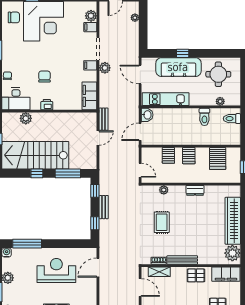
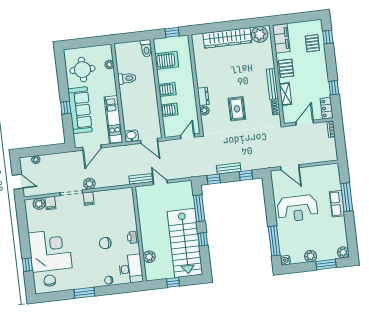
filing cabinet: (89, 96) -> (119, 196), removed
toilet: (232, 119) -> (146, 48), moved
dresser: (195, 190) -> (203, 96), moved
rug: (162, 222) -> (237, 109), turned 90
reception desk: (56, 270) -> (298, 208), turned -90
shelving: (159, 272) -> (285, 94), moved

